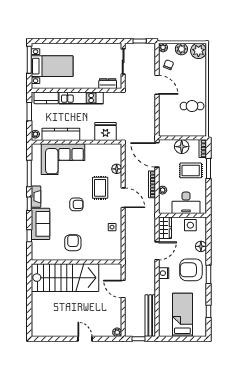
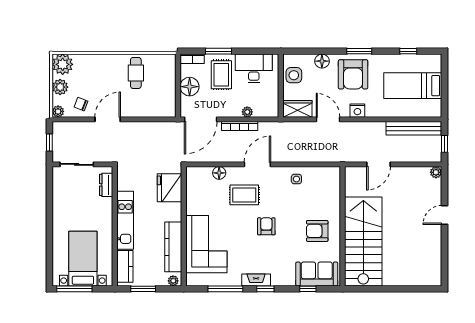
desk: (186, 203) -> (254, 68), moved, turned -90
sofa: (40, 224) -> (317, 274), moved

